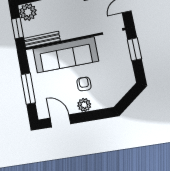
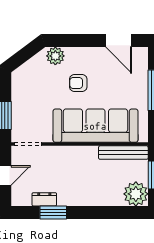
armchair: (84, 84) -> (78, 83), turned 90
plant: (84, 105) -> (55, 56), moved

